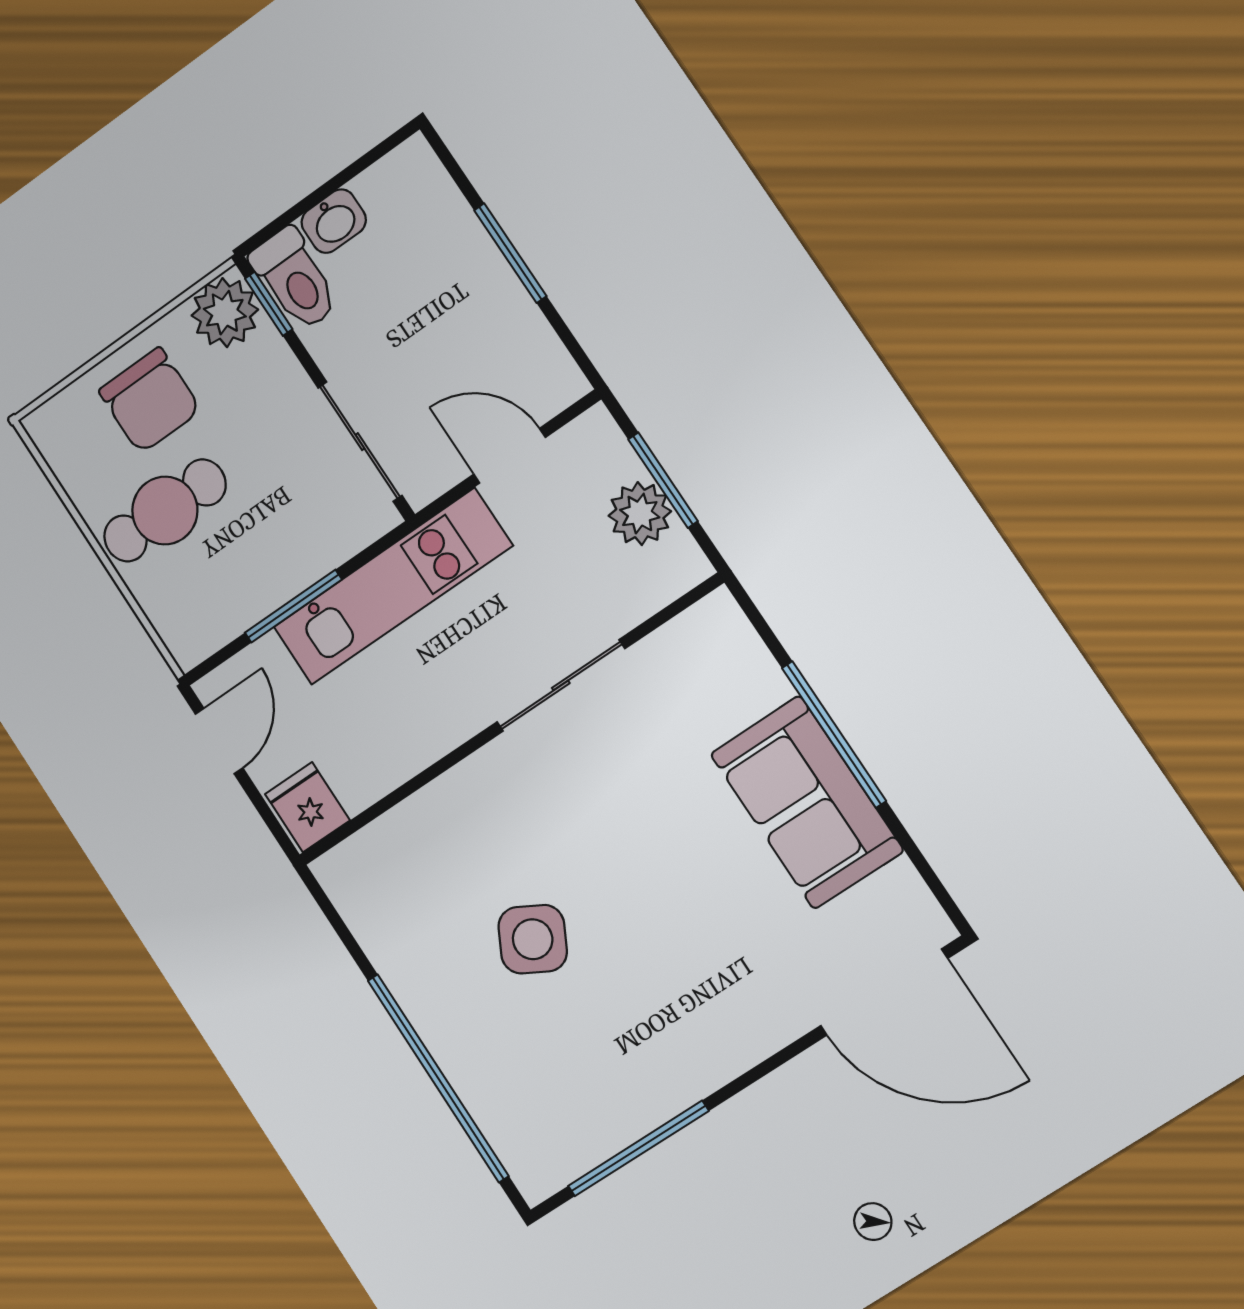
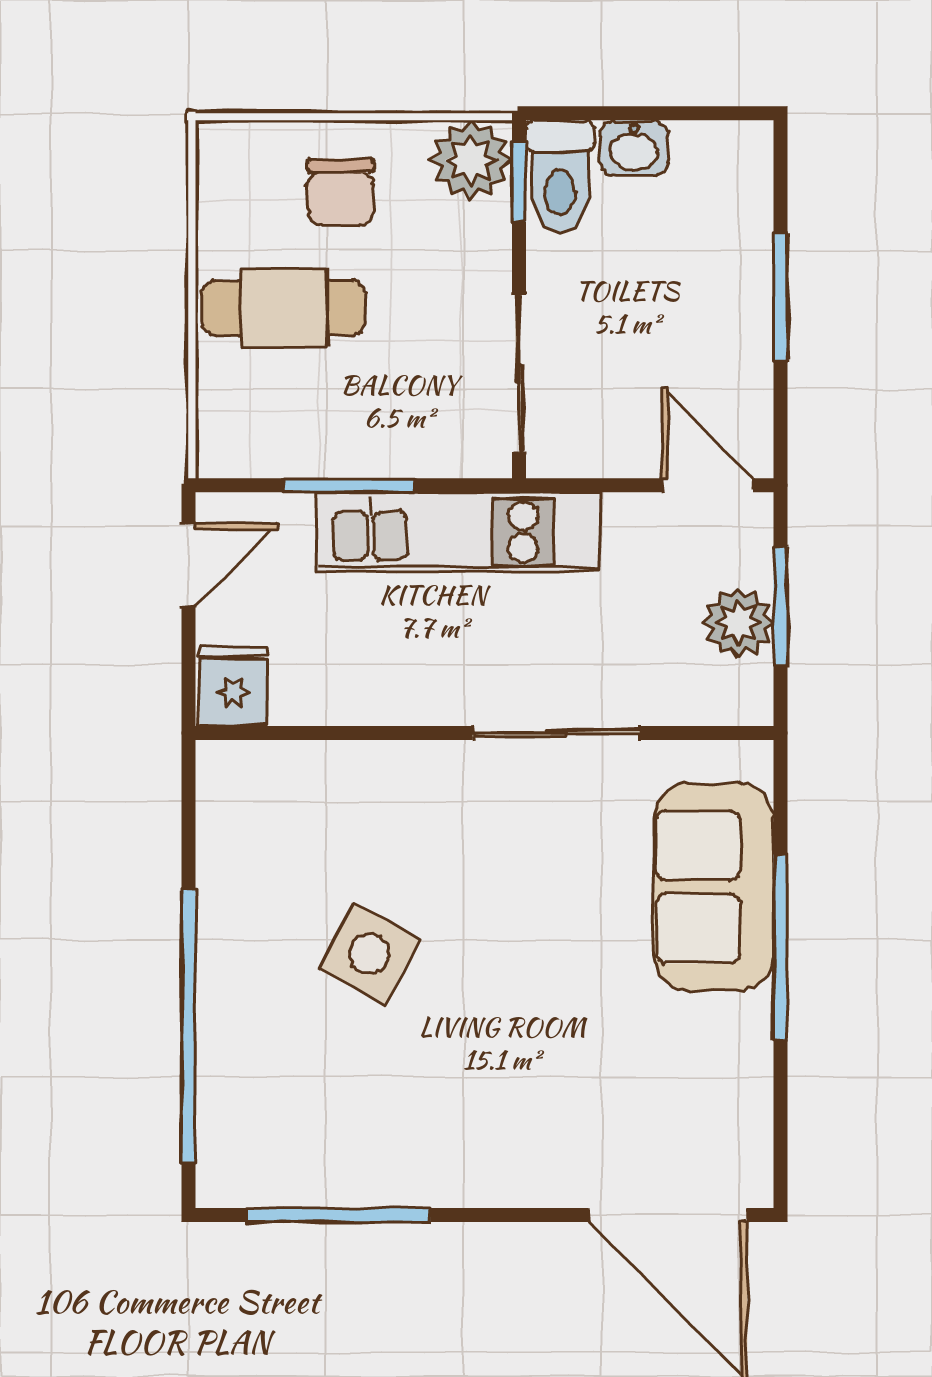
chair: (150, 400) -> (340, 192), width x0.73, depth x0.73
door: (509, 456) -> (708, 485), moved
sofa: (807, 802) -> (714, 887), moved

